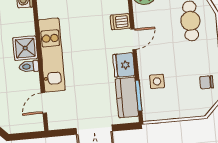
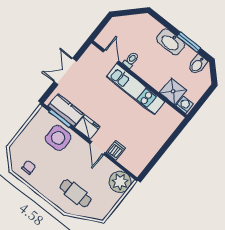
shower: (25, 48) -> (173, 91), moved
toilet: (29, 66) -> (131, 60), moved
side table: (157, 81) -> (58, 138), width x1.87, depth x1.87

